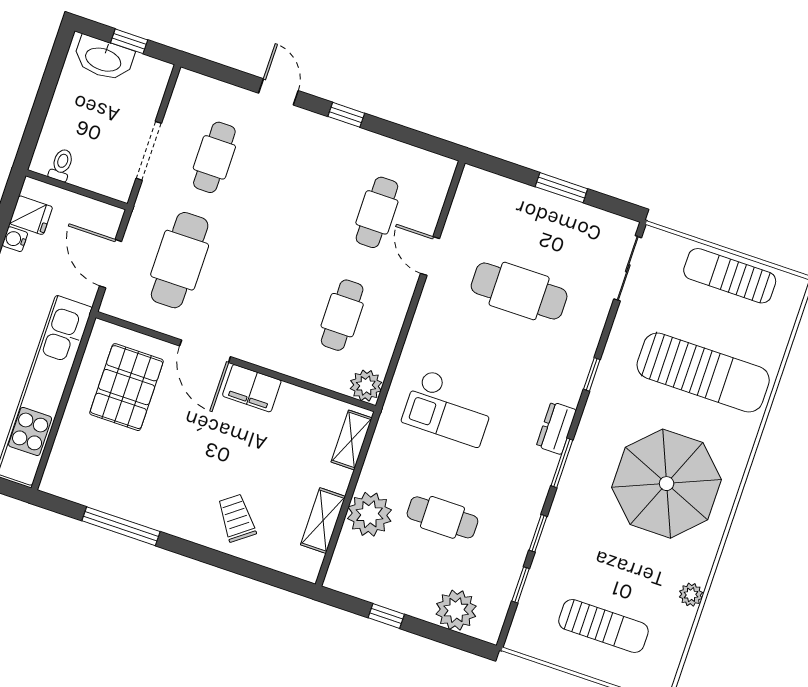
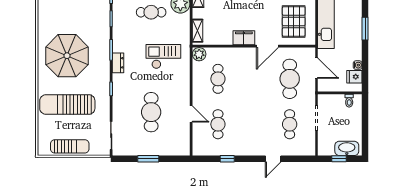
door: (278, 92) -> (273, 159), hinge flipped
window: (346, 115) -> (227, 159), moved
cafe table: (519, 291) -> (151, 112), turned 90
door: (205, 351) -> (267, 46), swing flipped
plant: (691, 595) -> (42, 15), removed

